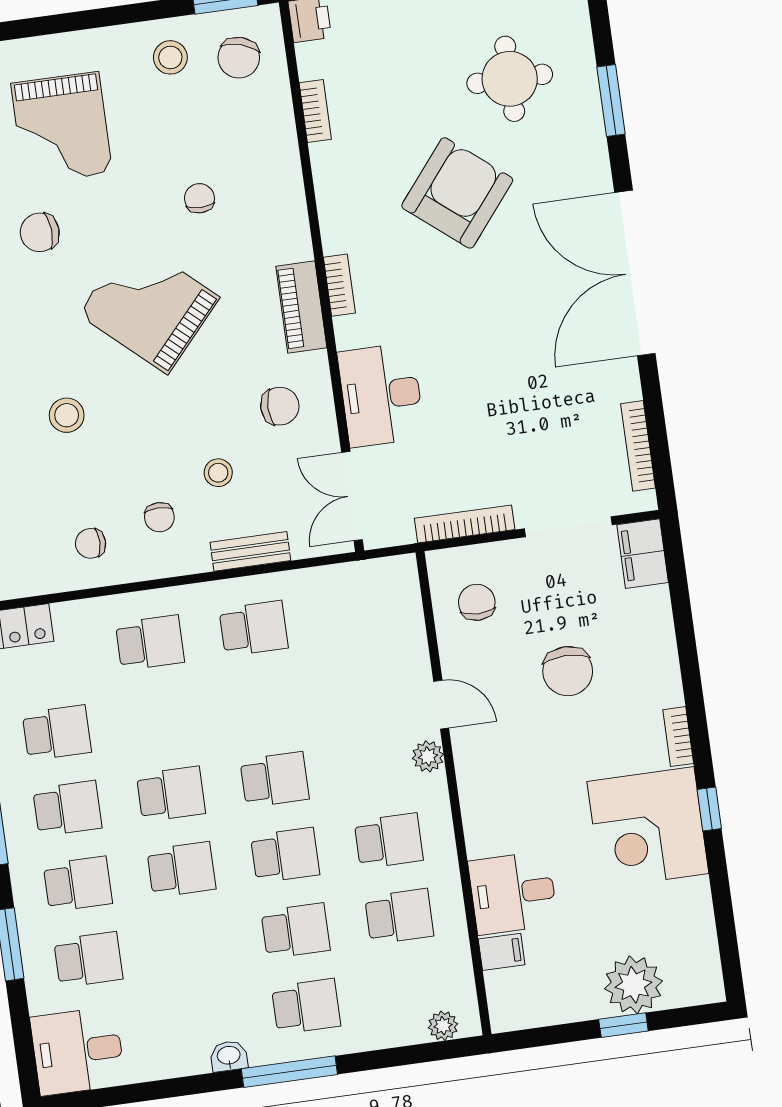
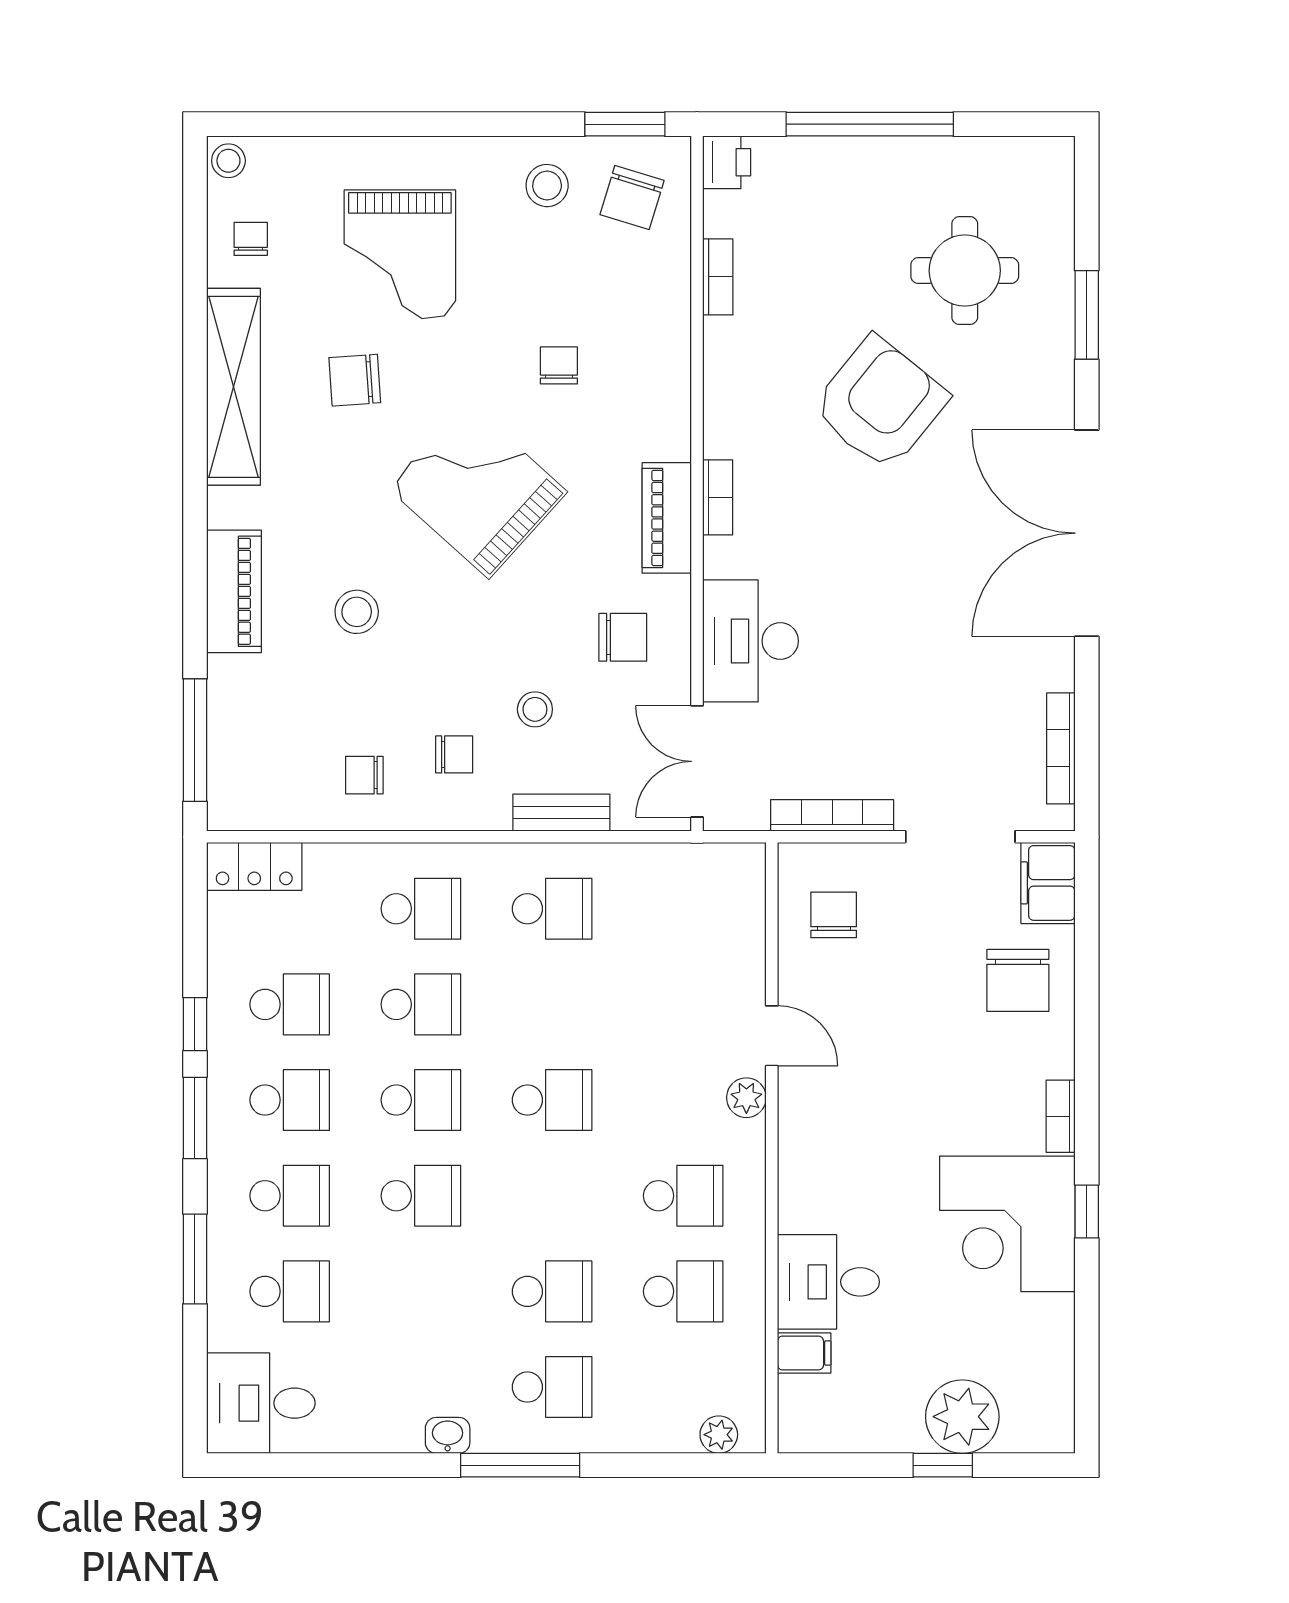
chair: (159, 517) -> (454, 754), turned -90
chair: (568, 671) -> (1018, 980), moved
school desk: (285, 855) -> (421, 1004), moved

